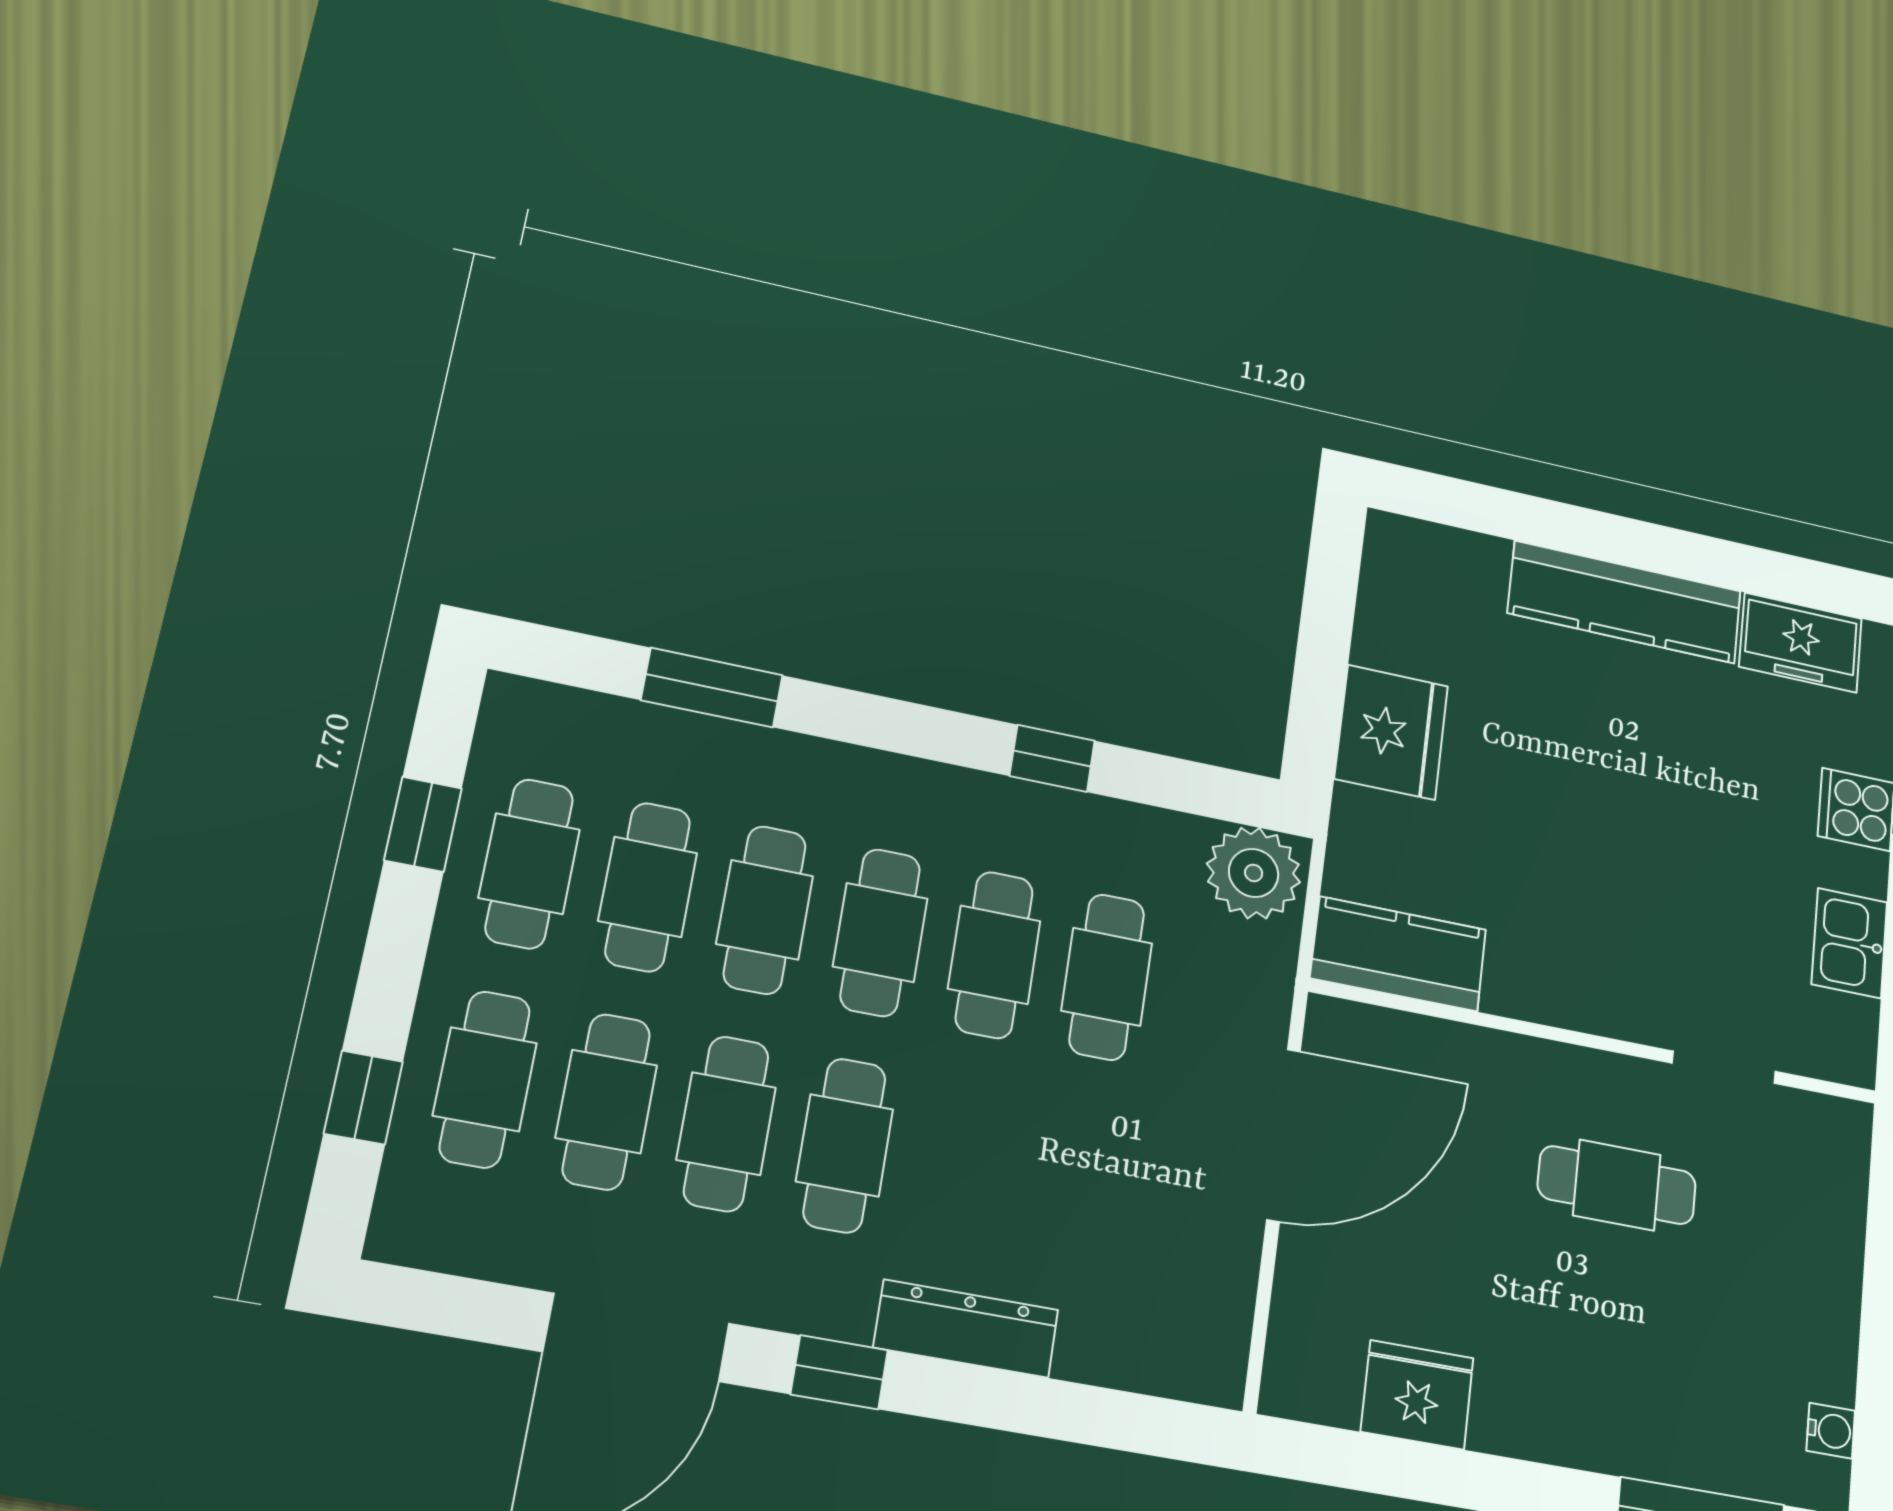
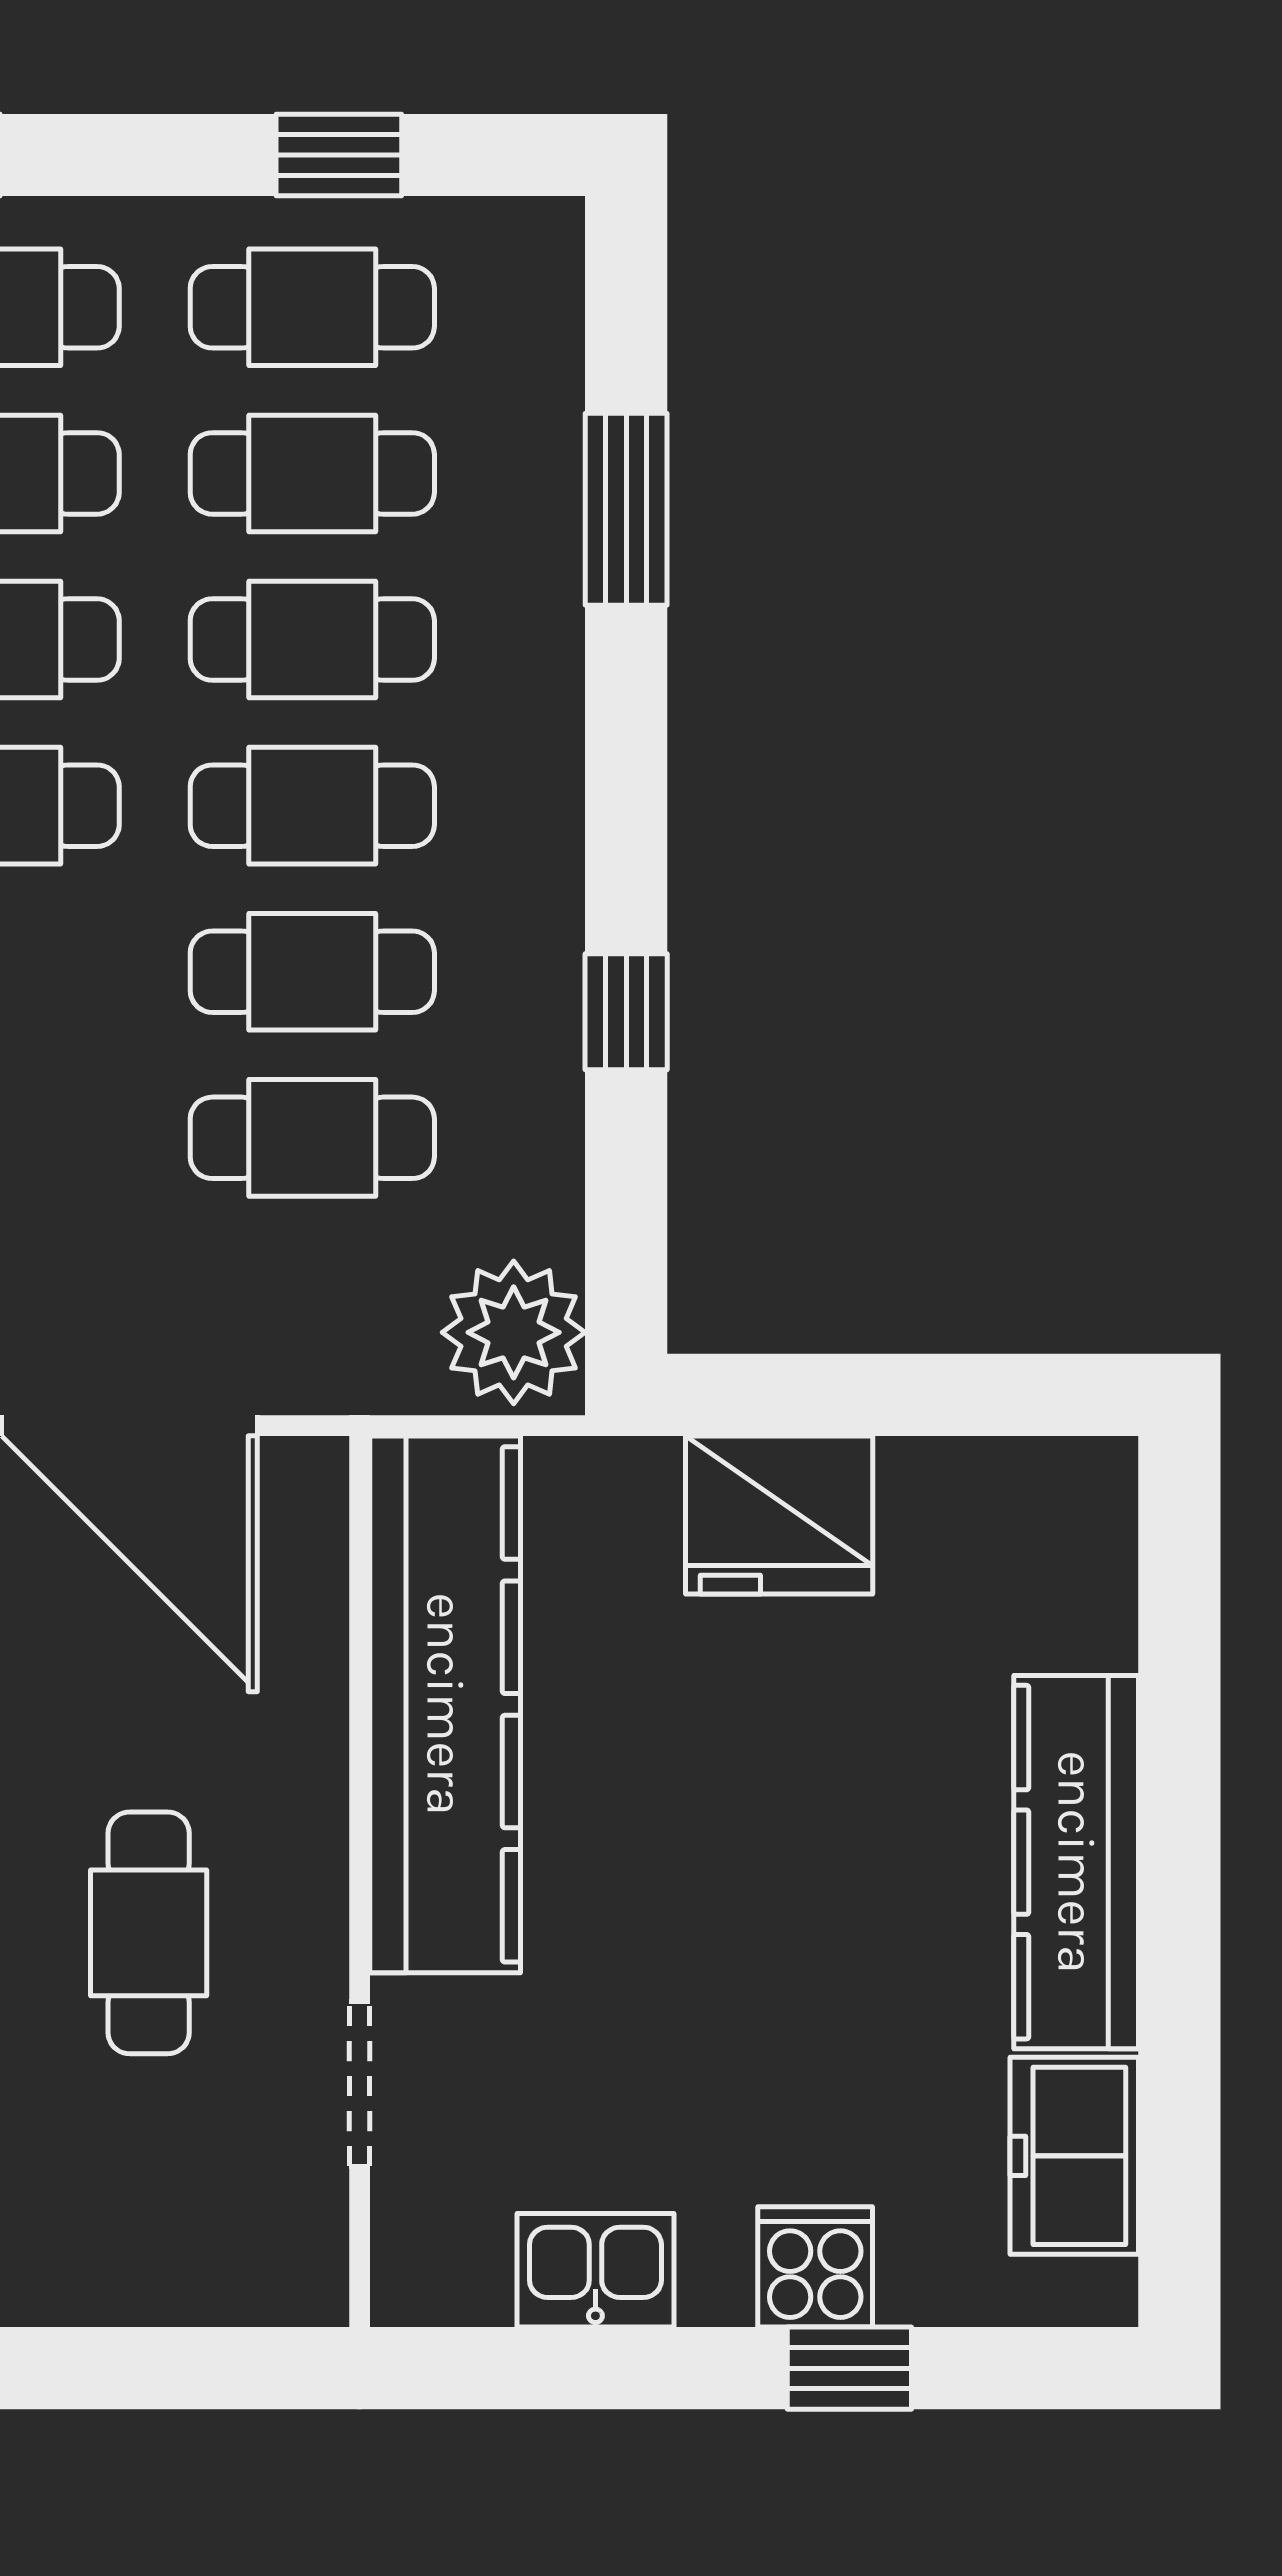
kitchen counter: (1398, 954) -> (445, 1704), width x2.08, depth x1.17

